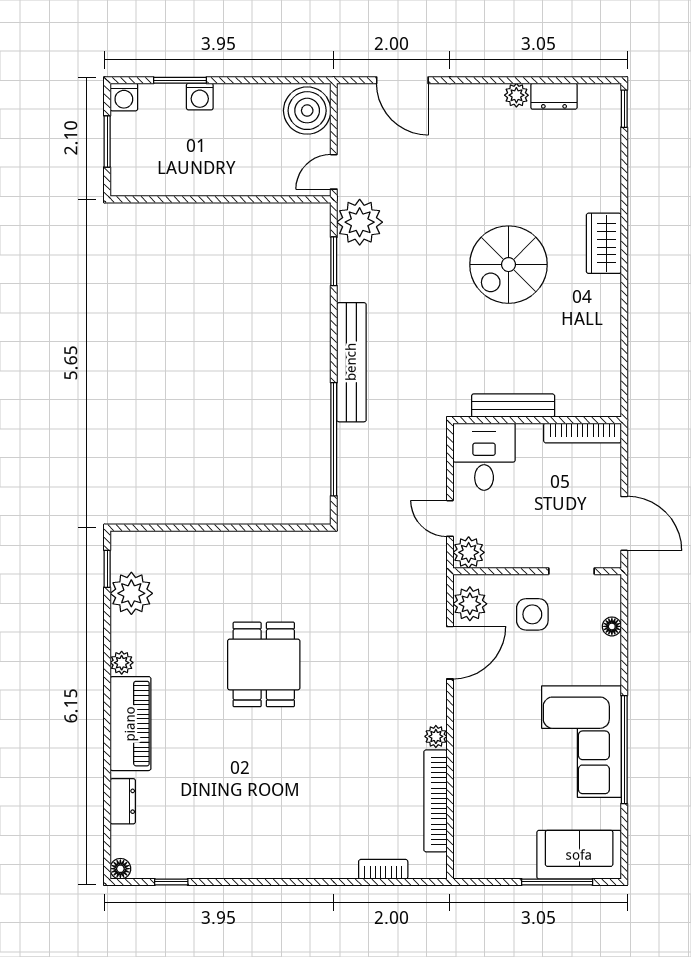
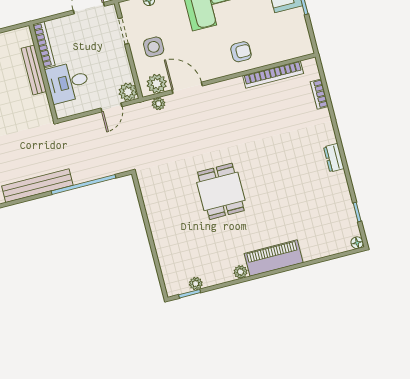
bench: (513, 406) -> (34, 70), moved
desk: (484, 457) -> (68, 82), moved
plant: (131, 593) -> (196, 284), width x0.53, depth x0.53
dining table: (264, 664) -> (221, 191), turned 90
plant: (436, 736) -> (159, 104), moved
armchair: (487, 757) -> (241, 52), added
dresser: (123, 801) -> (334, 158), moved, turned -90

